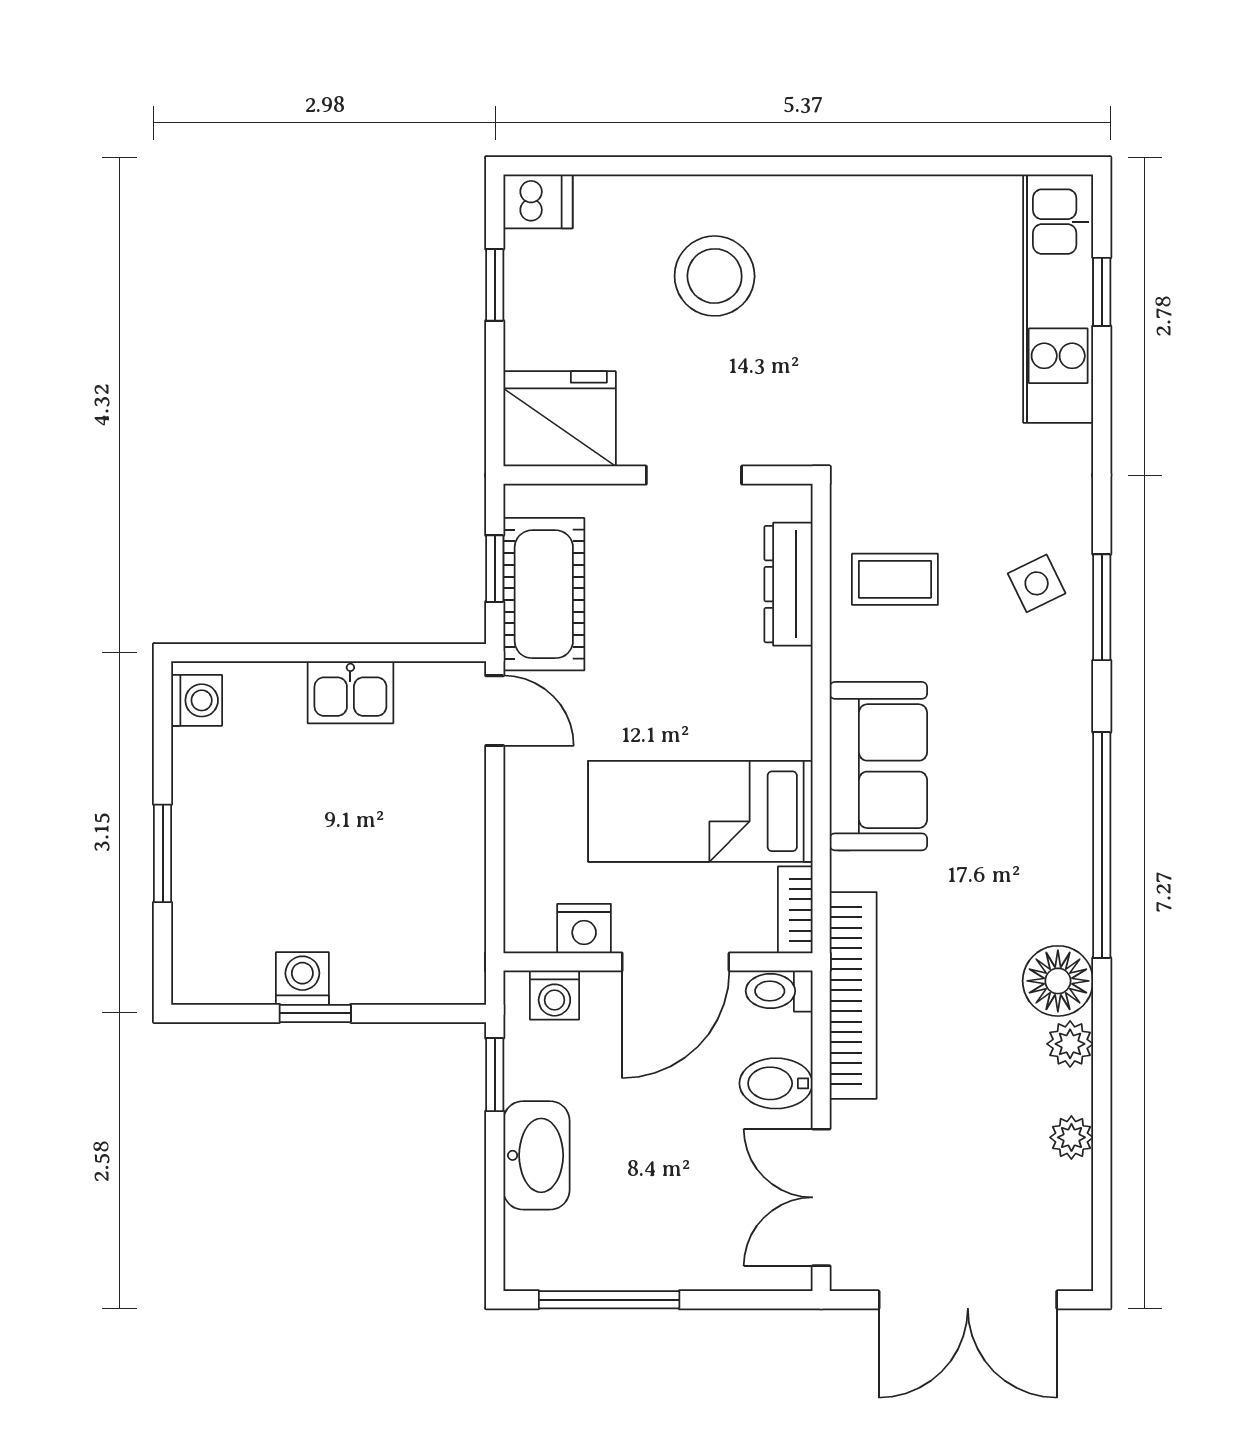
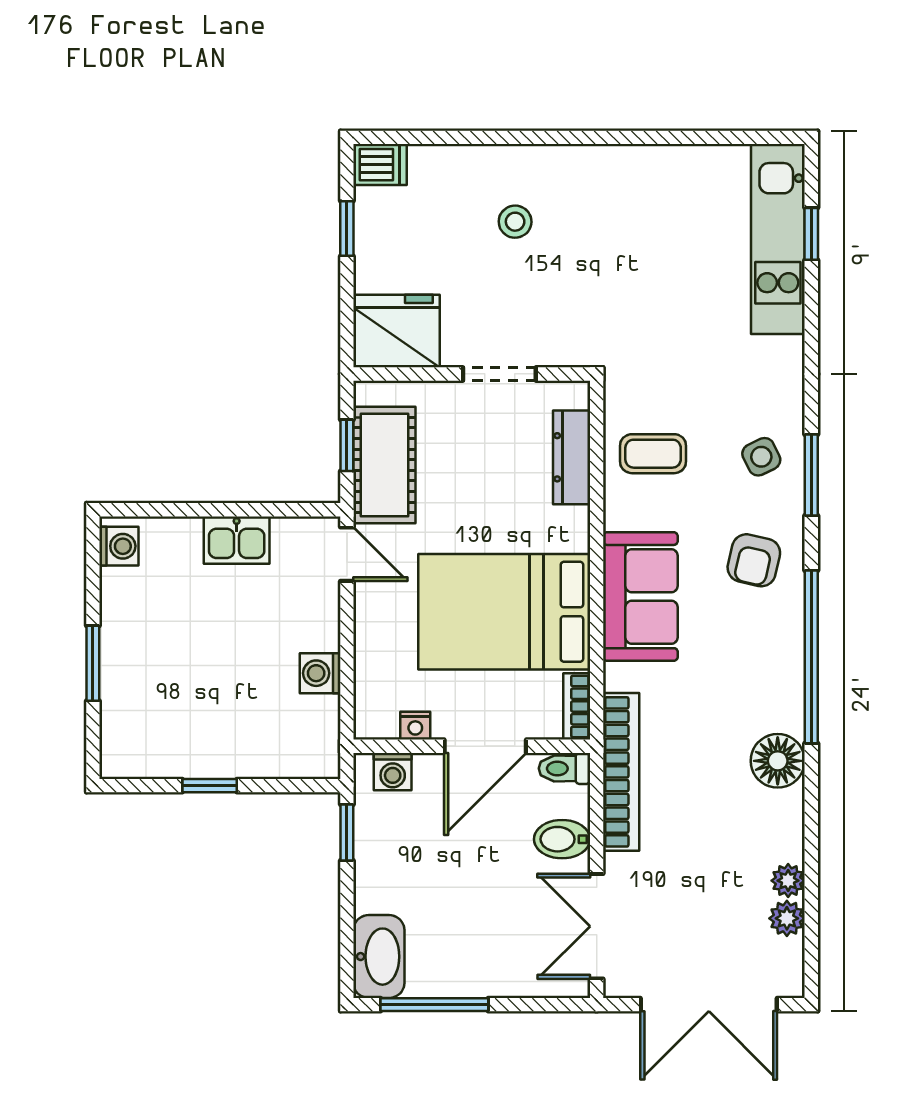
stool: (715, 276) -> (515, 222), width x0.53, depth x0.53
armchair: (1027, 719) -> (754, 560), added
bed: (700, 811) -> (504, 612), width x1.50
nightstand: (584, 929) -> (415, 726), width x0.72, depth x0.74
washing machine: (302, 978) -> (320, 673), moved, turned -90
plant: (1070, 1044) -> (787, 918), moved
washbasin: (536, 1155) -> (379, 957), moved

